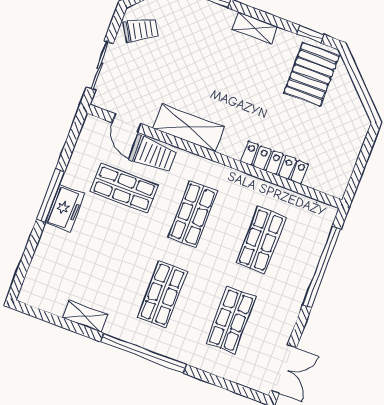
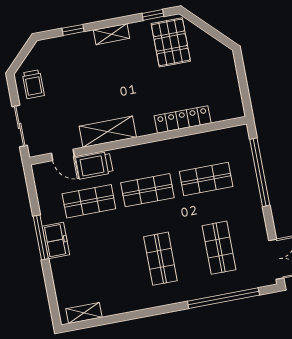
trolley: (141, 30) -> (33, 84), turned 119
trolley: (153, 154) -> (94, 165), turned 180
shop shelf: (193, 214) -> (147, 190), turned 90
shop shelf: (261, 240) -> (206, 179), turned 90
shelving: (85, 316) -> (84, 313), moved
window: (143, 353) -> (223, 298), moved

